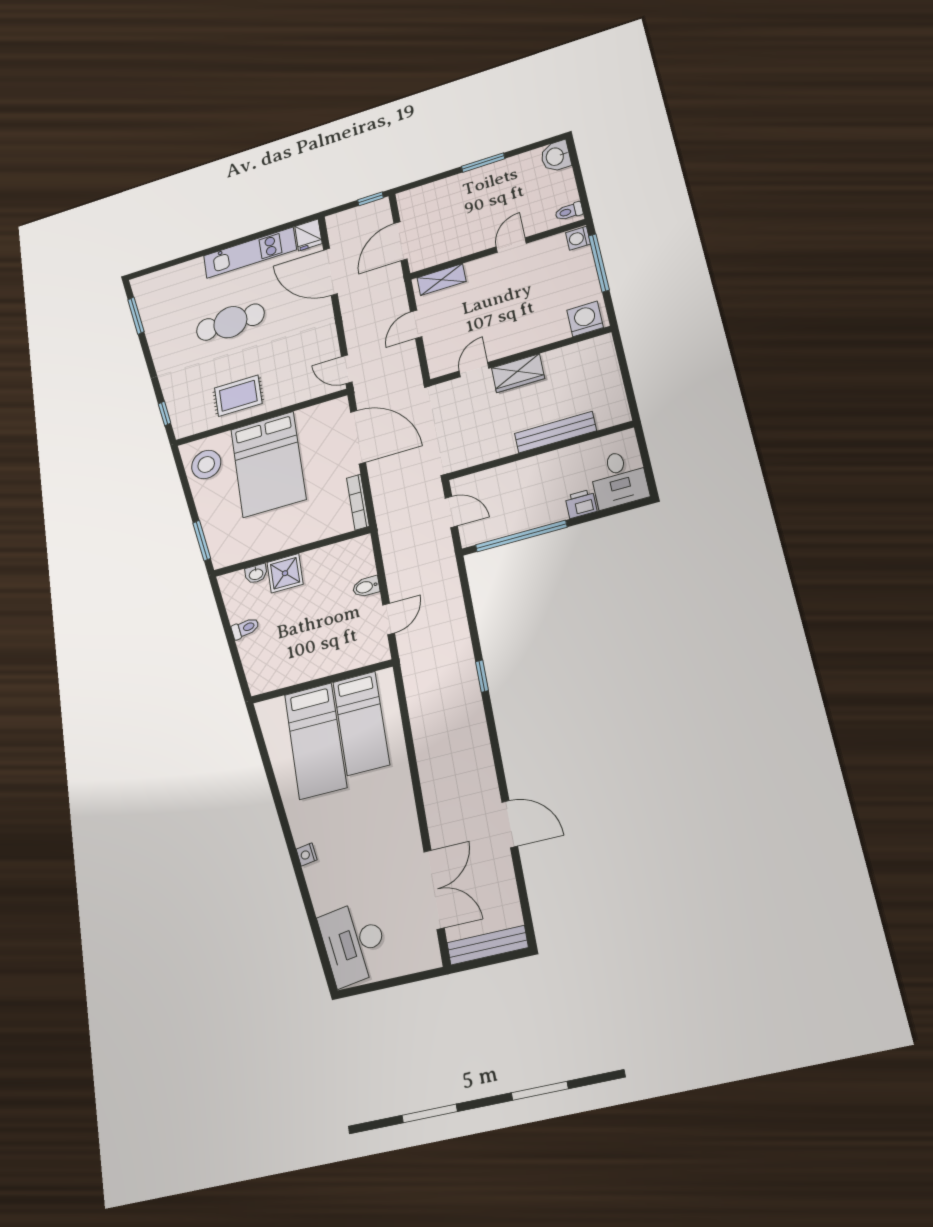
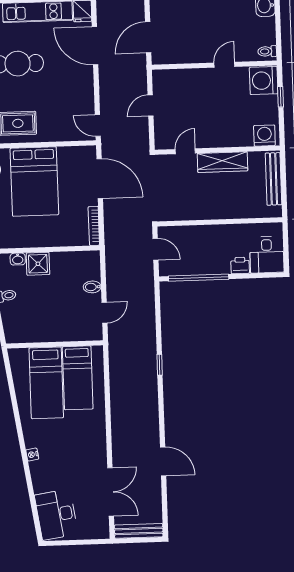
washing machine: (578, 238) -> (264, 81), width x1.89, depth x1.89
window: (599, 263) -> (280, 97), width x0.46
shelving: (441, 280) -> (173, 76), removed
wardrobe: (518, 373) -> (222, 162), width x1.50
bench: (555, 432) -> (274, 179), moved, turned 90

